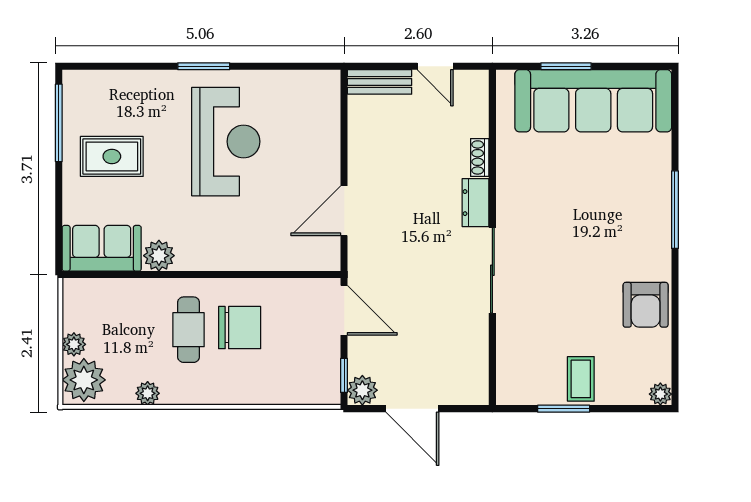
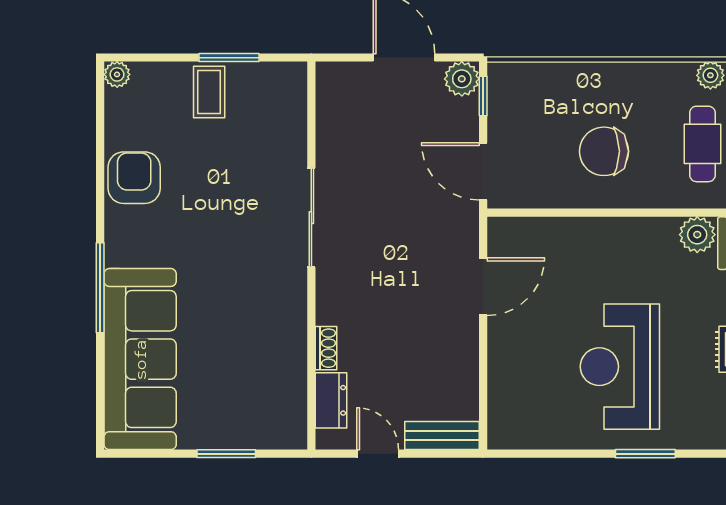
sofa: (593, 101) -> (140, 359), moved, turned 90
dresser: (475, 203) -> (331, 400), moved
cafe table: (189, 330) -> (702, 144), moved

